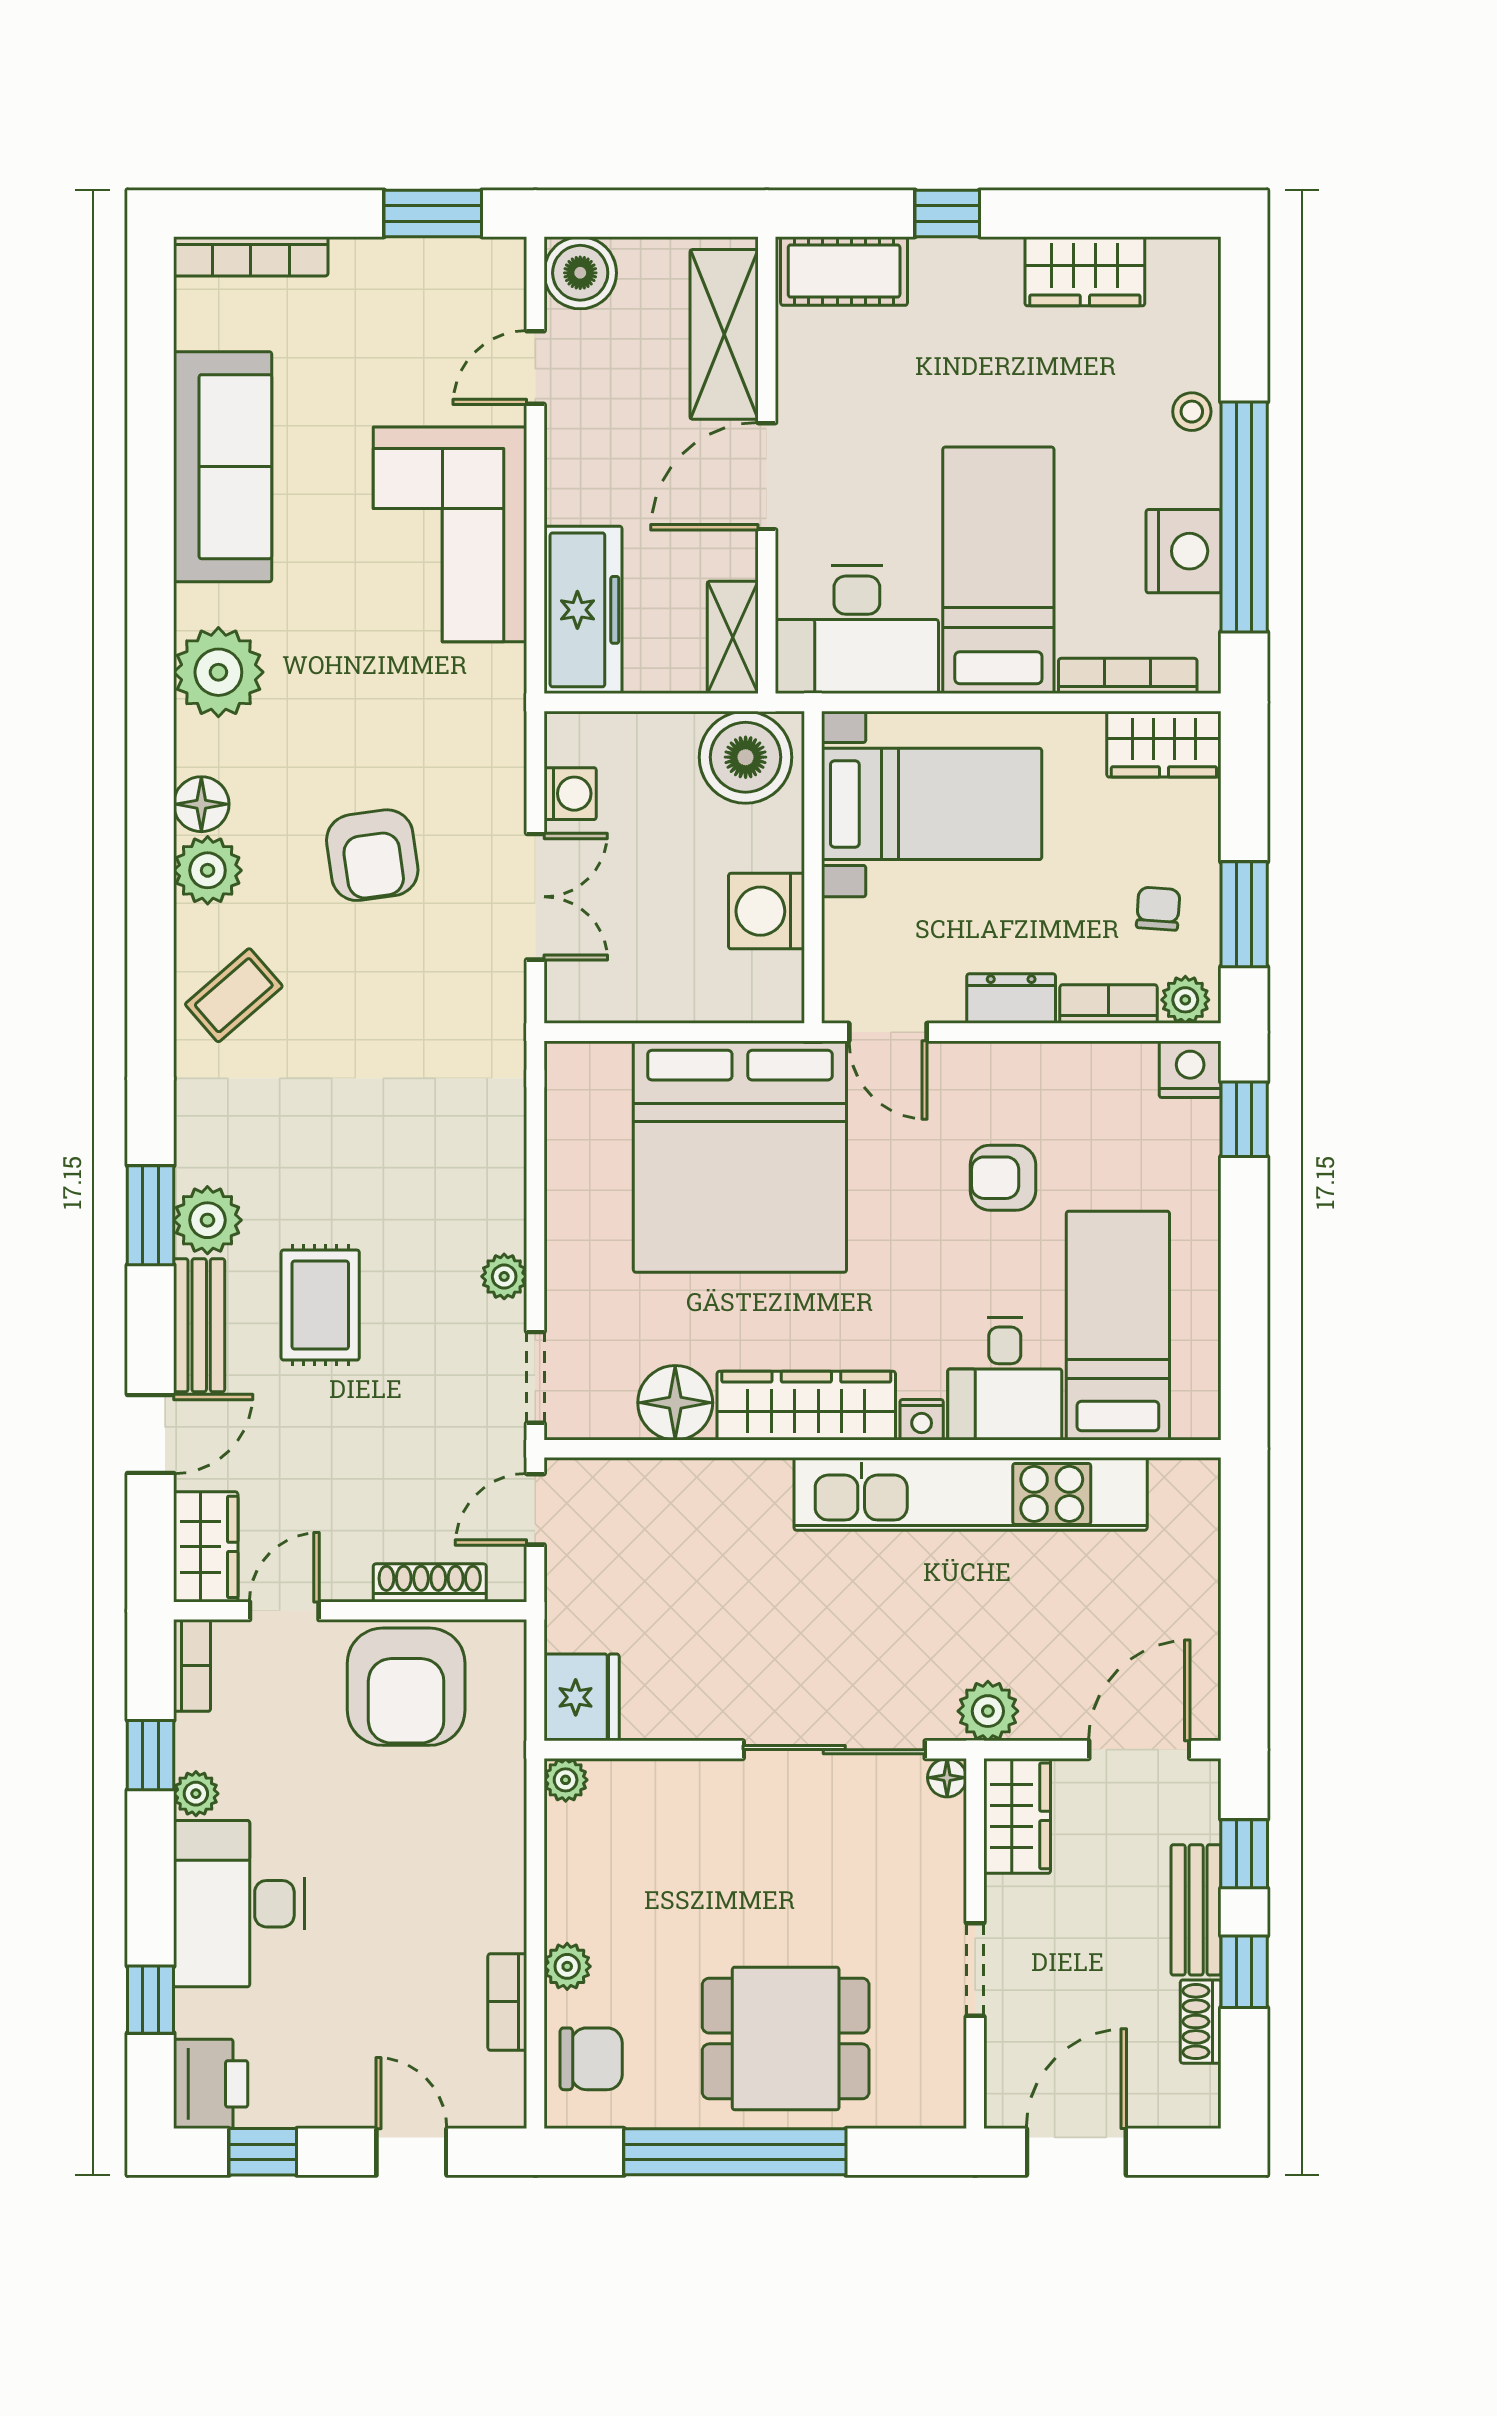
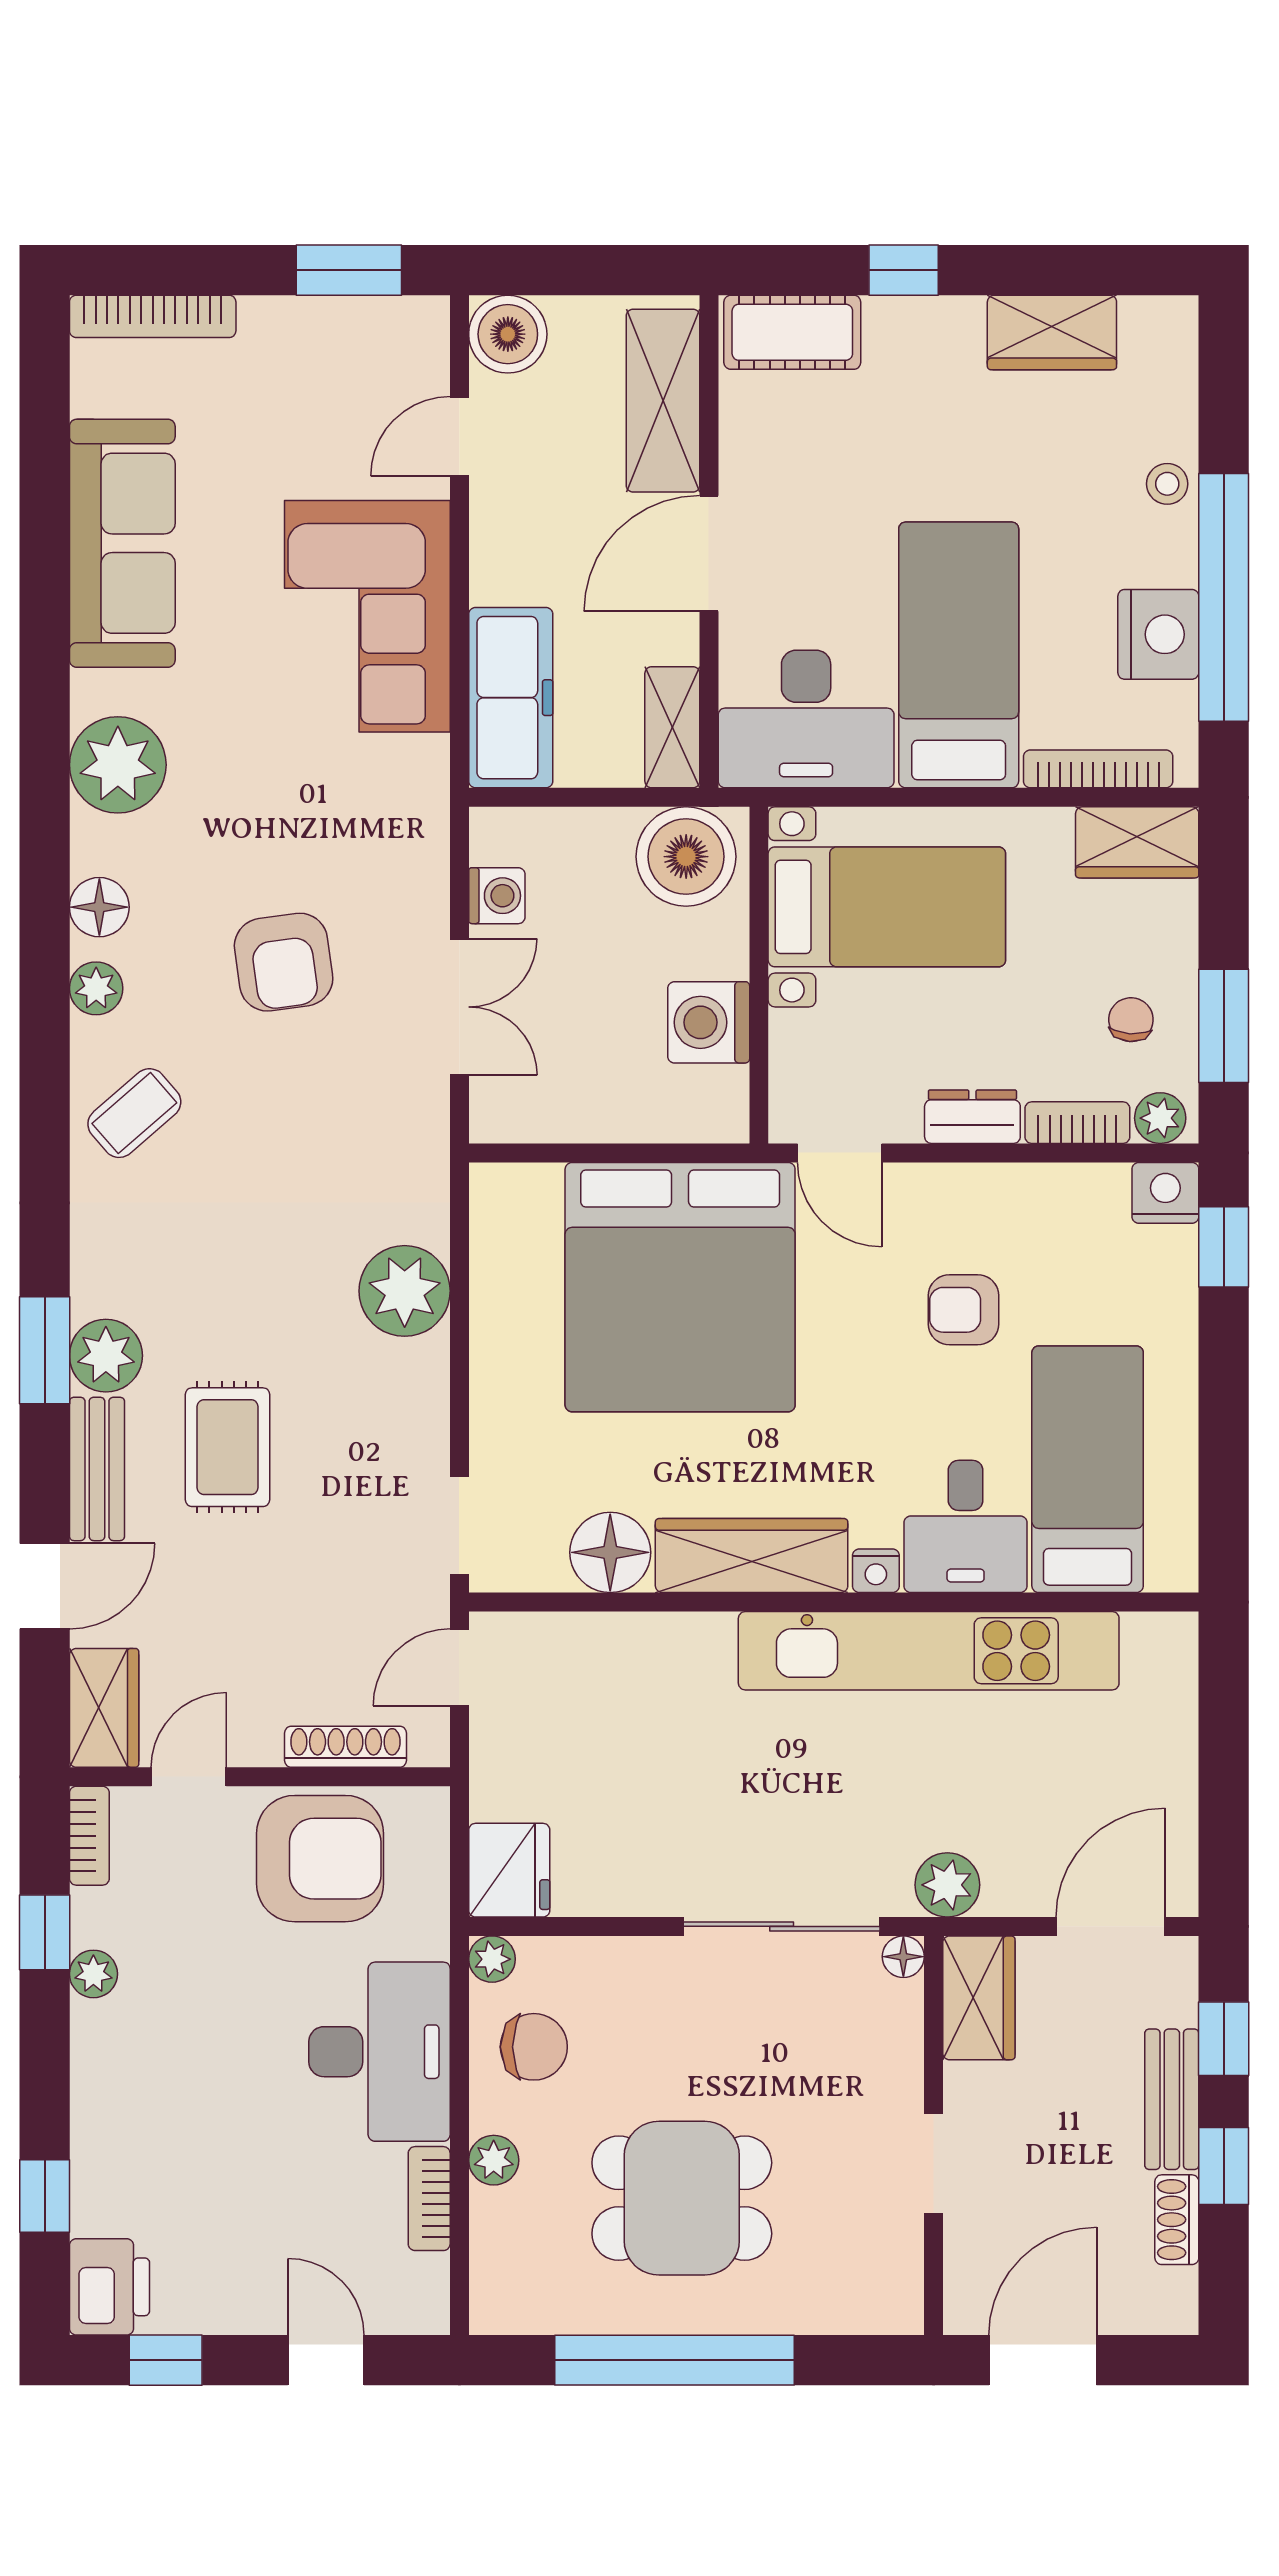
plant: (208, 870) -> (96, 988), width x0.73, depth x0.73
plant: (504, 1276) -> (405, 1291), moved, width x1.88, depth x1.88
armchair: (406, 1687) -> (320, 1859), turned -90
desk: (239, 1904) -> (380, 2052), moved, turned 180
dining table: (786, 2038) -> (682, 2198), moved
chair: (591, 2059) -> (534, 2047), moved

